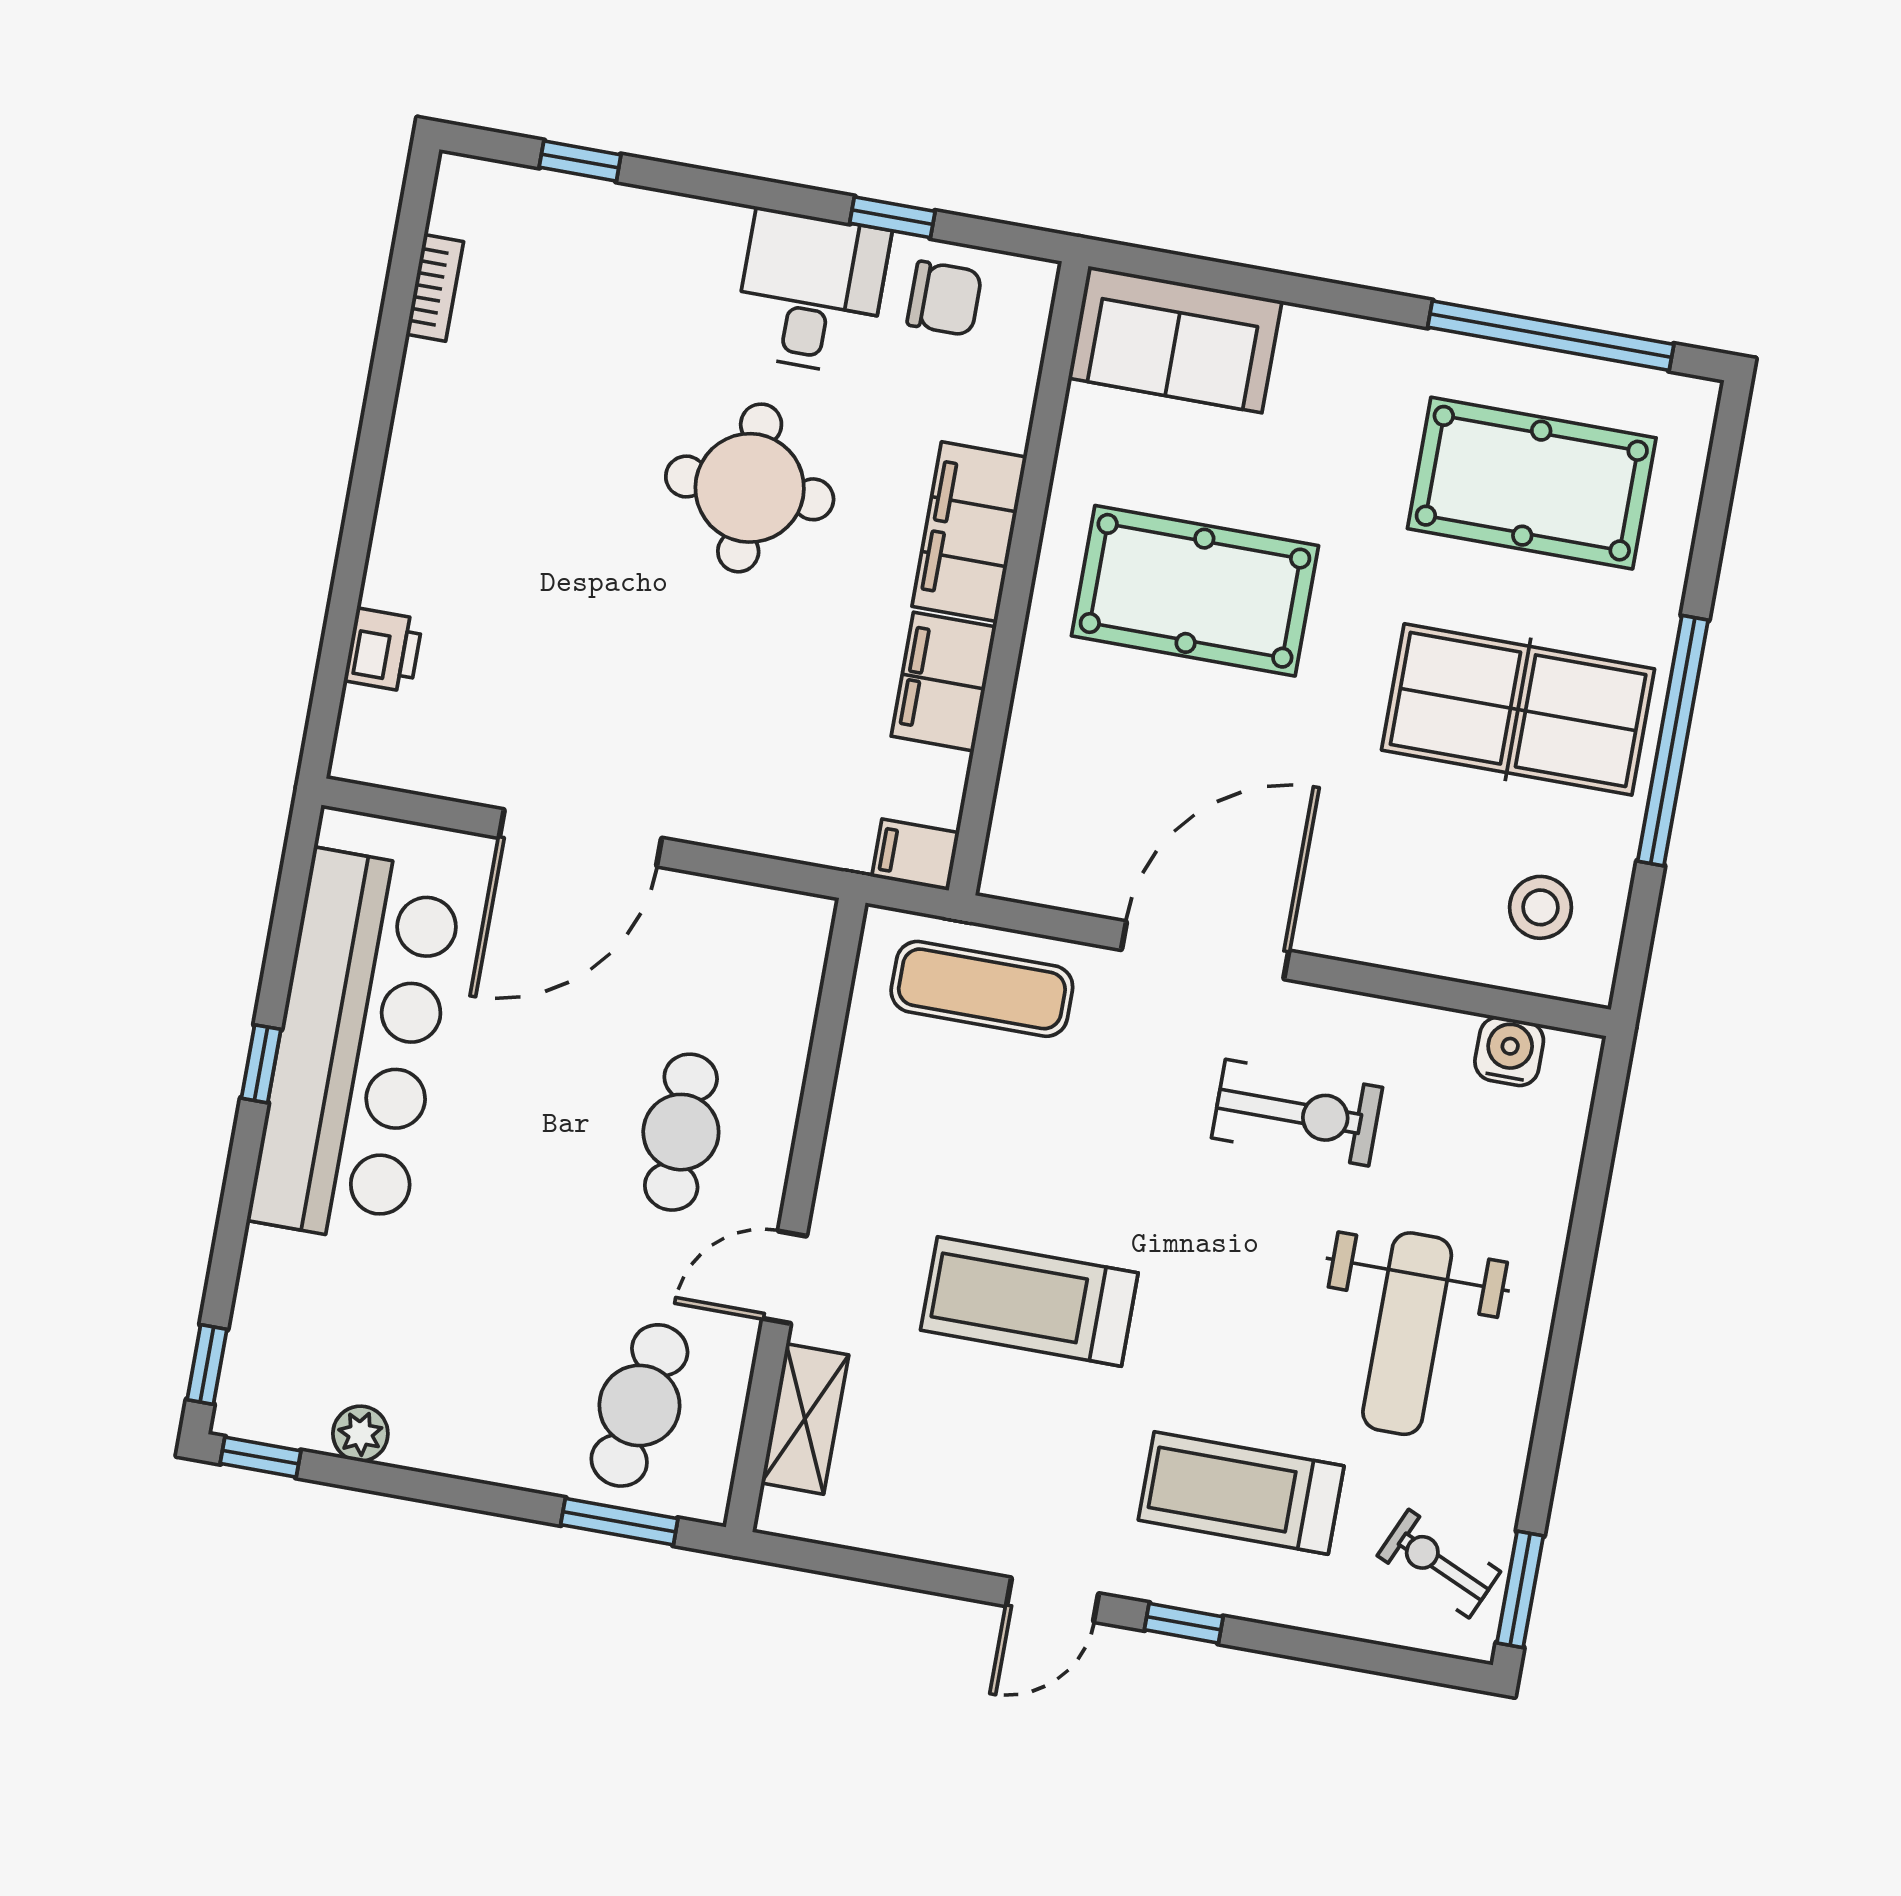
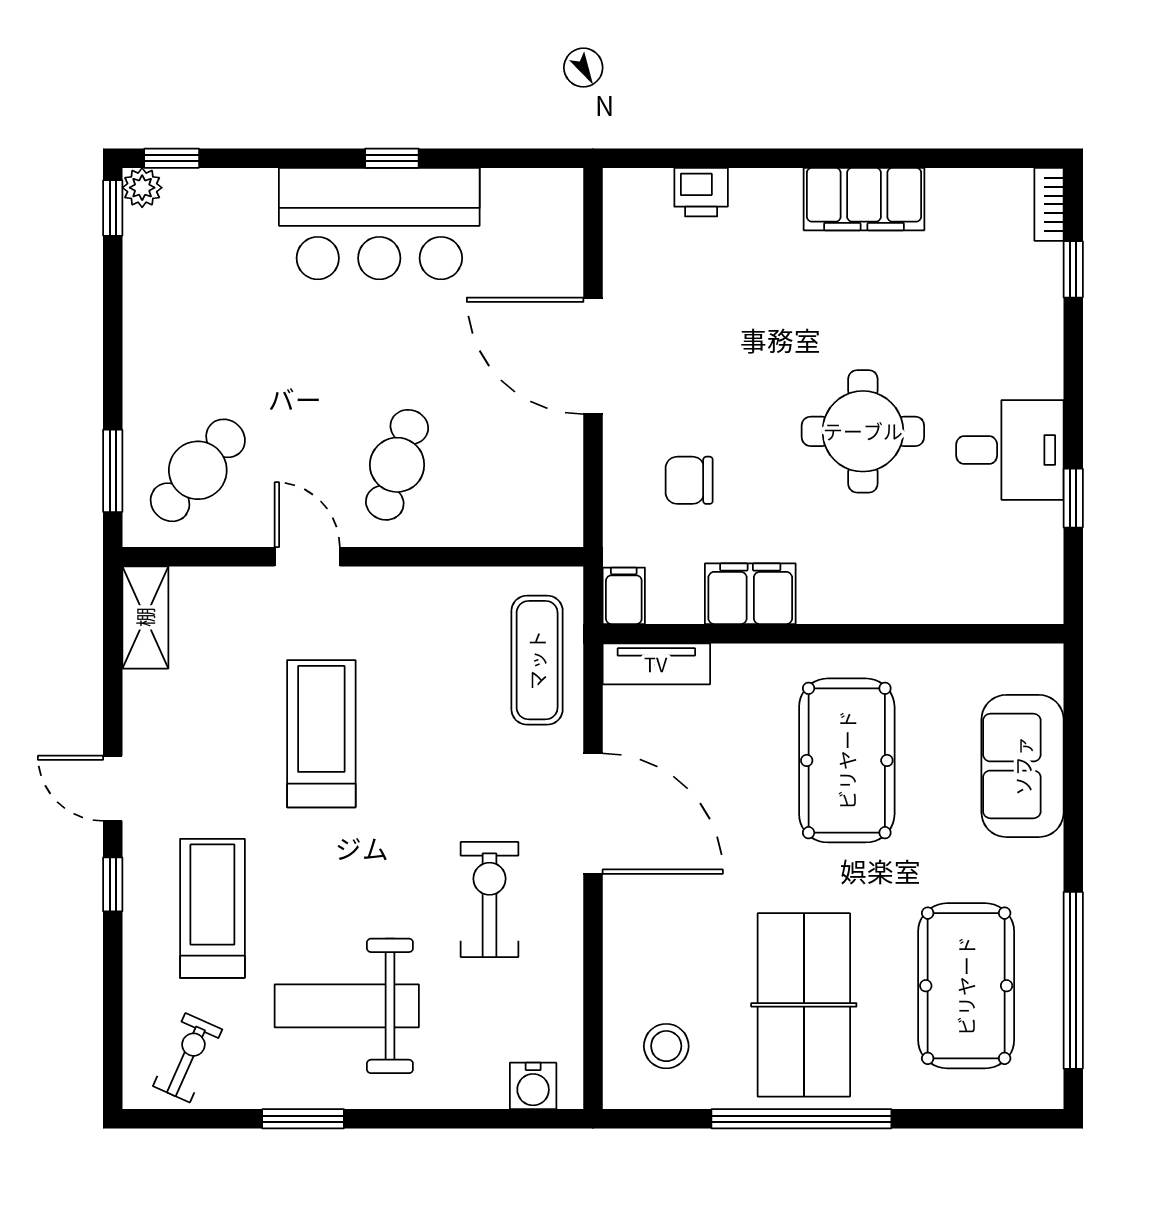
bookcase: (435, 288) -> (1049, 204), moved, turned 90
chair: (945, 298) -> (689, 480), moved, turned 90
sofa: (1175, 339) -> (1023, 766), moved
filing cabinet: (969, 532) -> (864, 199), moved, turned 180
tv unit: (1016, 827) -> (656, 664), added
bar counter: (356, 1047) -> (379, 224), width x0.73
water cooler: (1509, 1051) -> (533, 1086), moved, turned 90
exercise bike: (1297, 1113) -> (489, 899), turned 180
cafe table: (681, 1132) -> (397, 465), turned -72
cafe table: (639, 1405) -> (198, 470), turned -59
shelving: (805, 1419) -> (145, 617), moved, turned 90
plant: (360, 1434) -> (142, 188), moved
window: (1520, 1589) -> (303, 1119), moved

